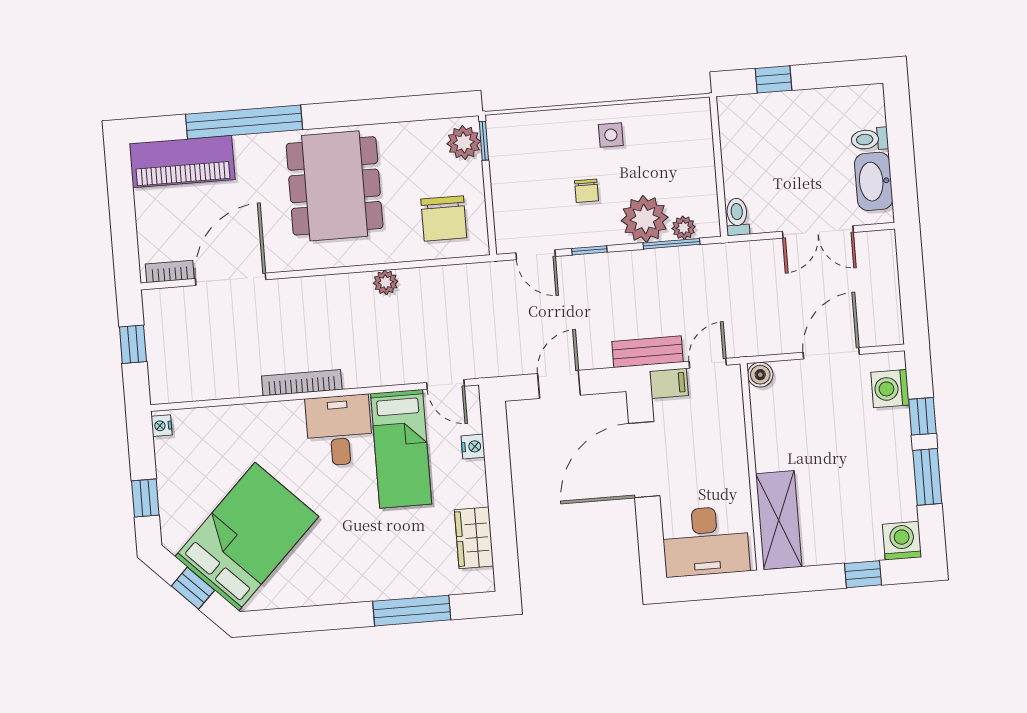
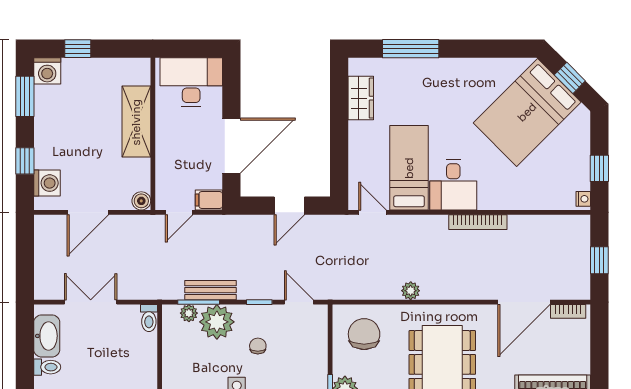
bench: (647, 352) -> (211, 290), moved
nightstand: (473, 447) -> (356, 165), removed
window: (927, 477) -> (25, 96), moved
window: (145, 498) -> (599, 168), moved
shelving: (779, 520) -> (136, 122), moved

